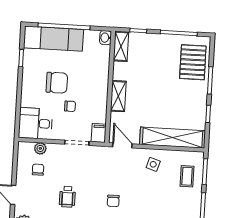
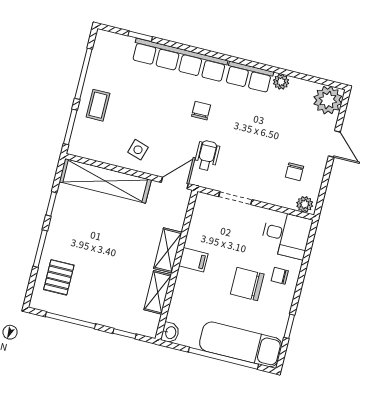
shelving: (121, 46) -> (158, 292), moved
pallet: (193, 62) -> (59, 277), width x0.67, depth x0.71
chair: (70, 106) -> (280, 276), moved
filing cabinet: (99, 133) -> (193, 260), moved, turned -90
door: (122, 145) -> (175, 183), swing flipped
plant: (40, 148) -> (305, 204), moved
coffee table: (187, 176) -> (98, 105), moved
wheelchair: (67, 197) -> (207, 155), moved

